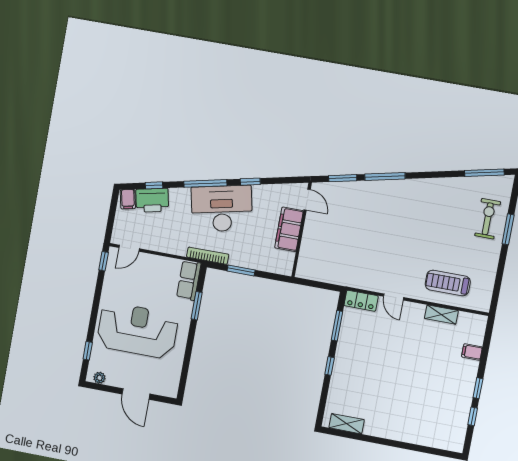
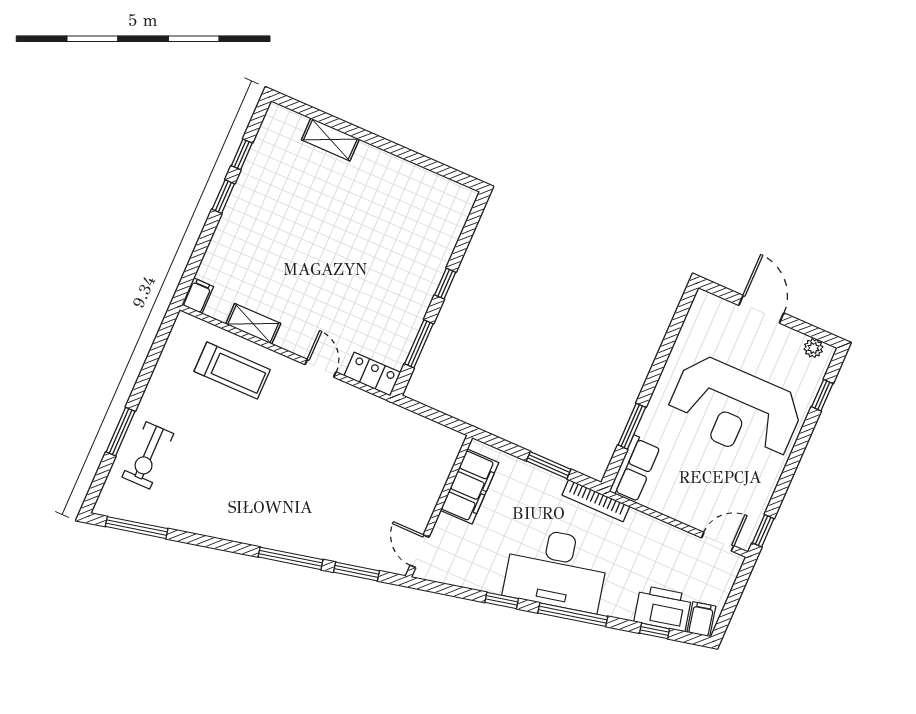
filing cabinet: (289, 229) -> (470, 486), moved
filing cabinet: (472, 352) -> (198, 296), moved, turned -90
shelving: (347, 424) -> (330, 139), moved

